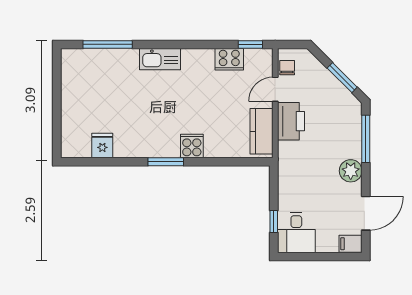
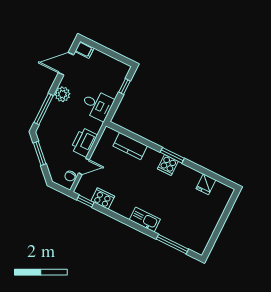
kitchen counter: (261, 131) -> (130, 146), moved, turned 90
cooker: (192, 146) -> (168, 165), moved
desk: (296, 233) -> (97, 105), moved, turned 90

